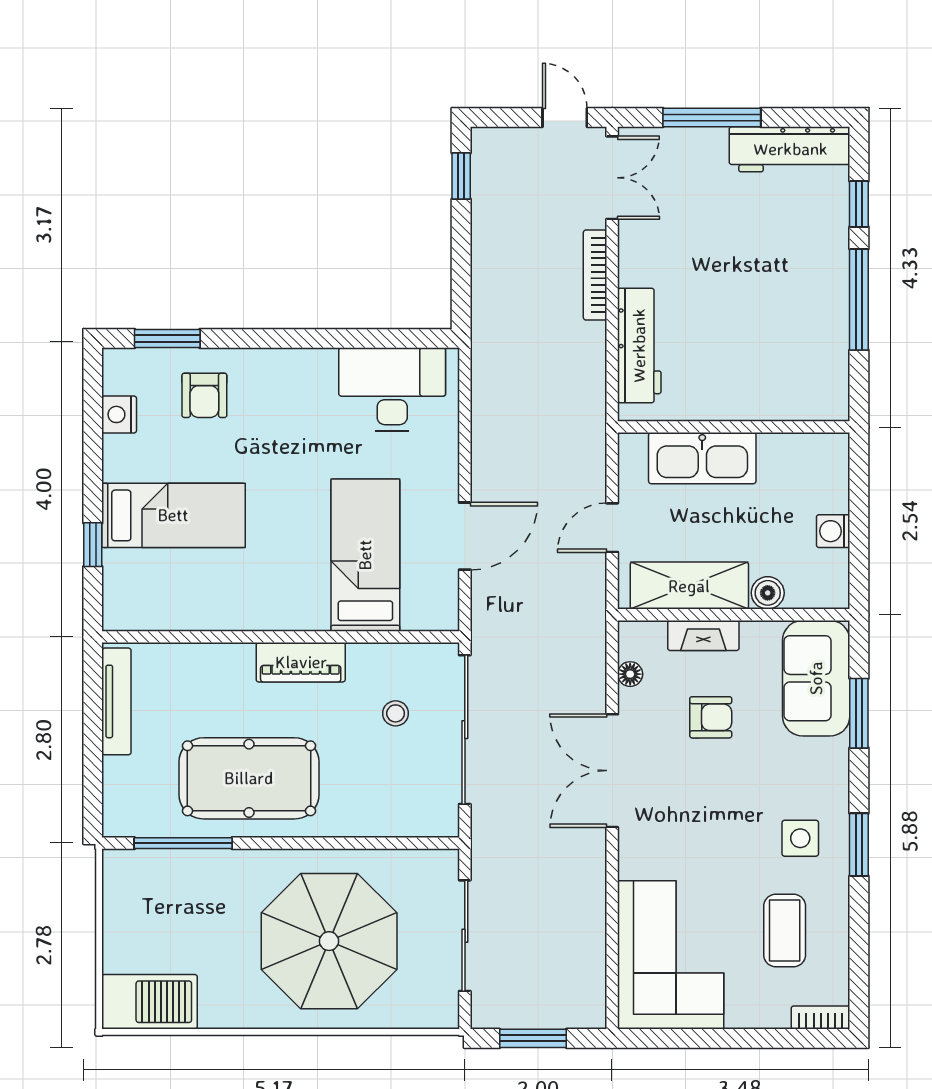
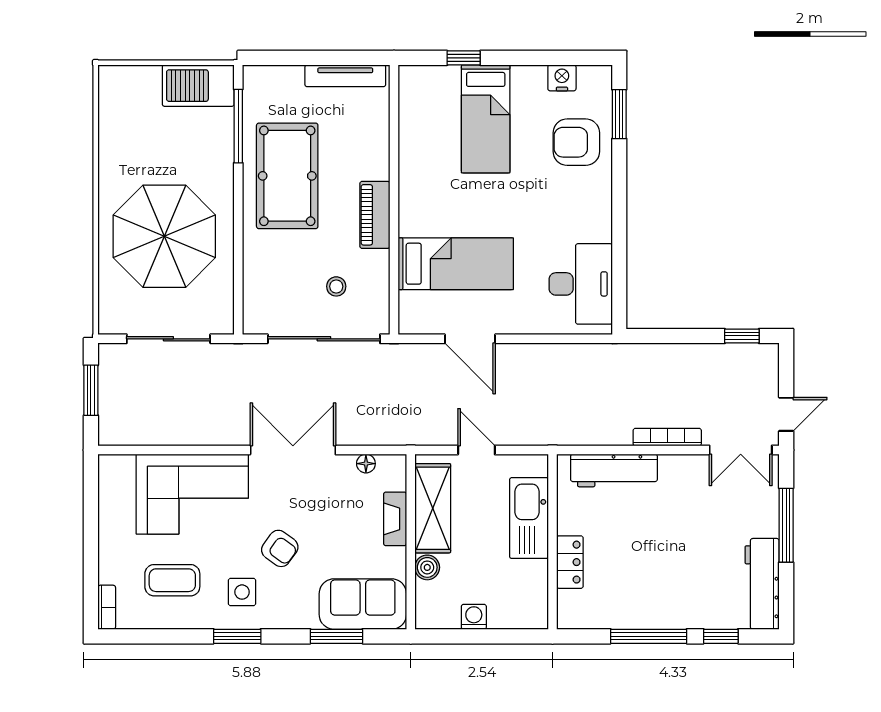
armchair: (204, 395) -> (576, 142), width x1.38, depth x1.38
locker: (761, 404) -> (570, 562), added
armchair: (711, 717) -> (280, 548), moved, turned -54
corner sofa: (671, 955) -> (192, 494), moved
barbecue: (150, 1002) -> (198, 86), moved, turned 90

